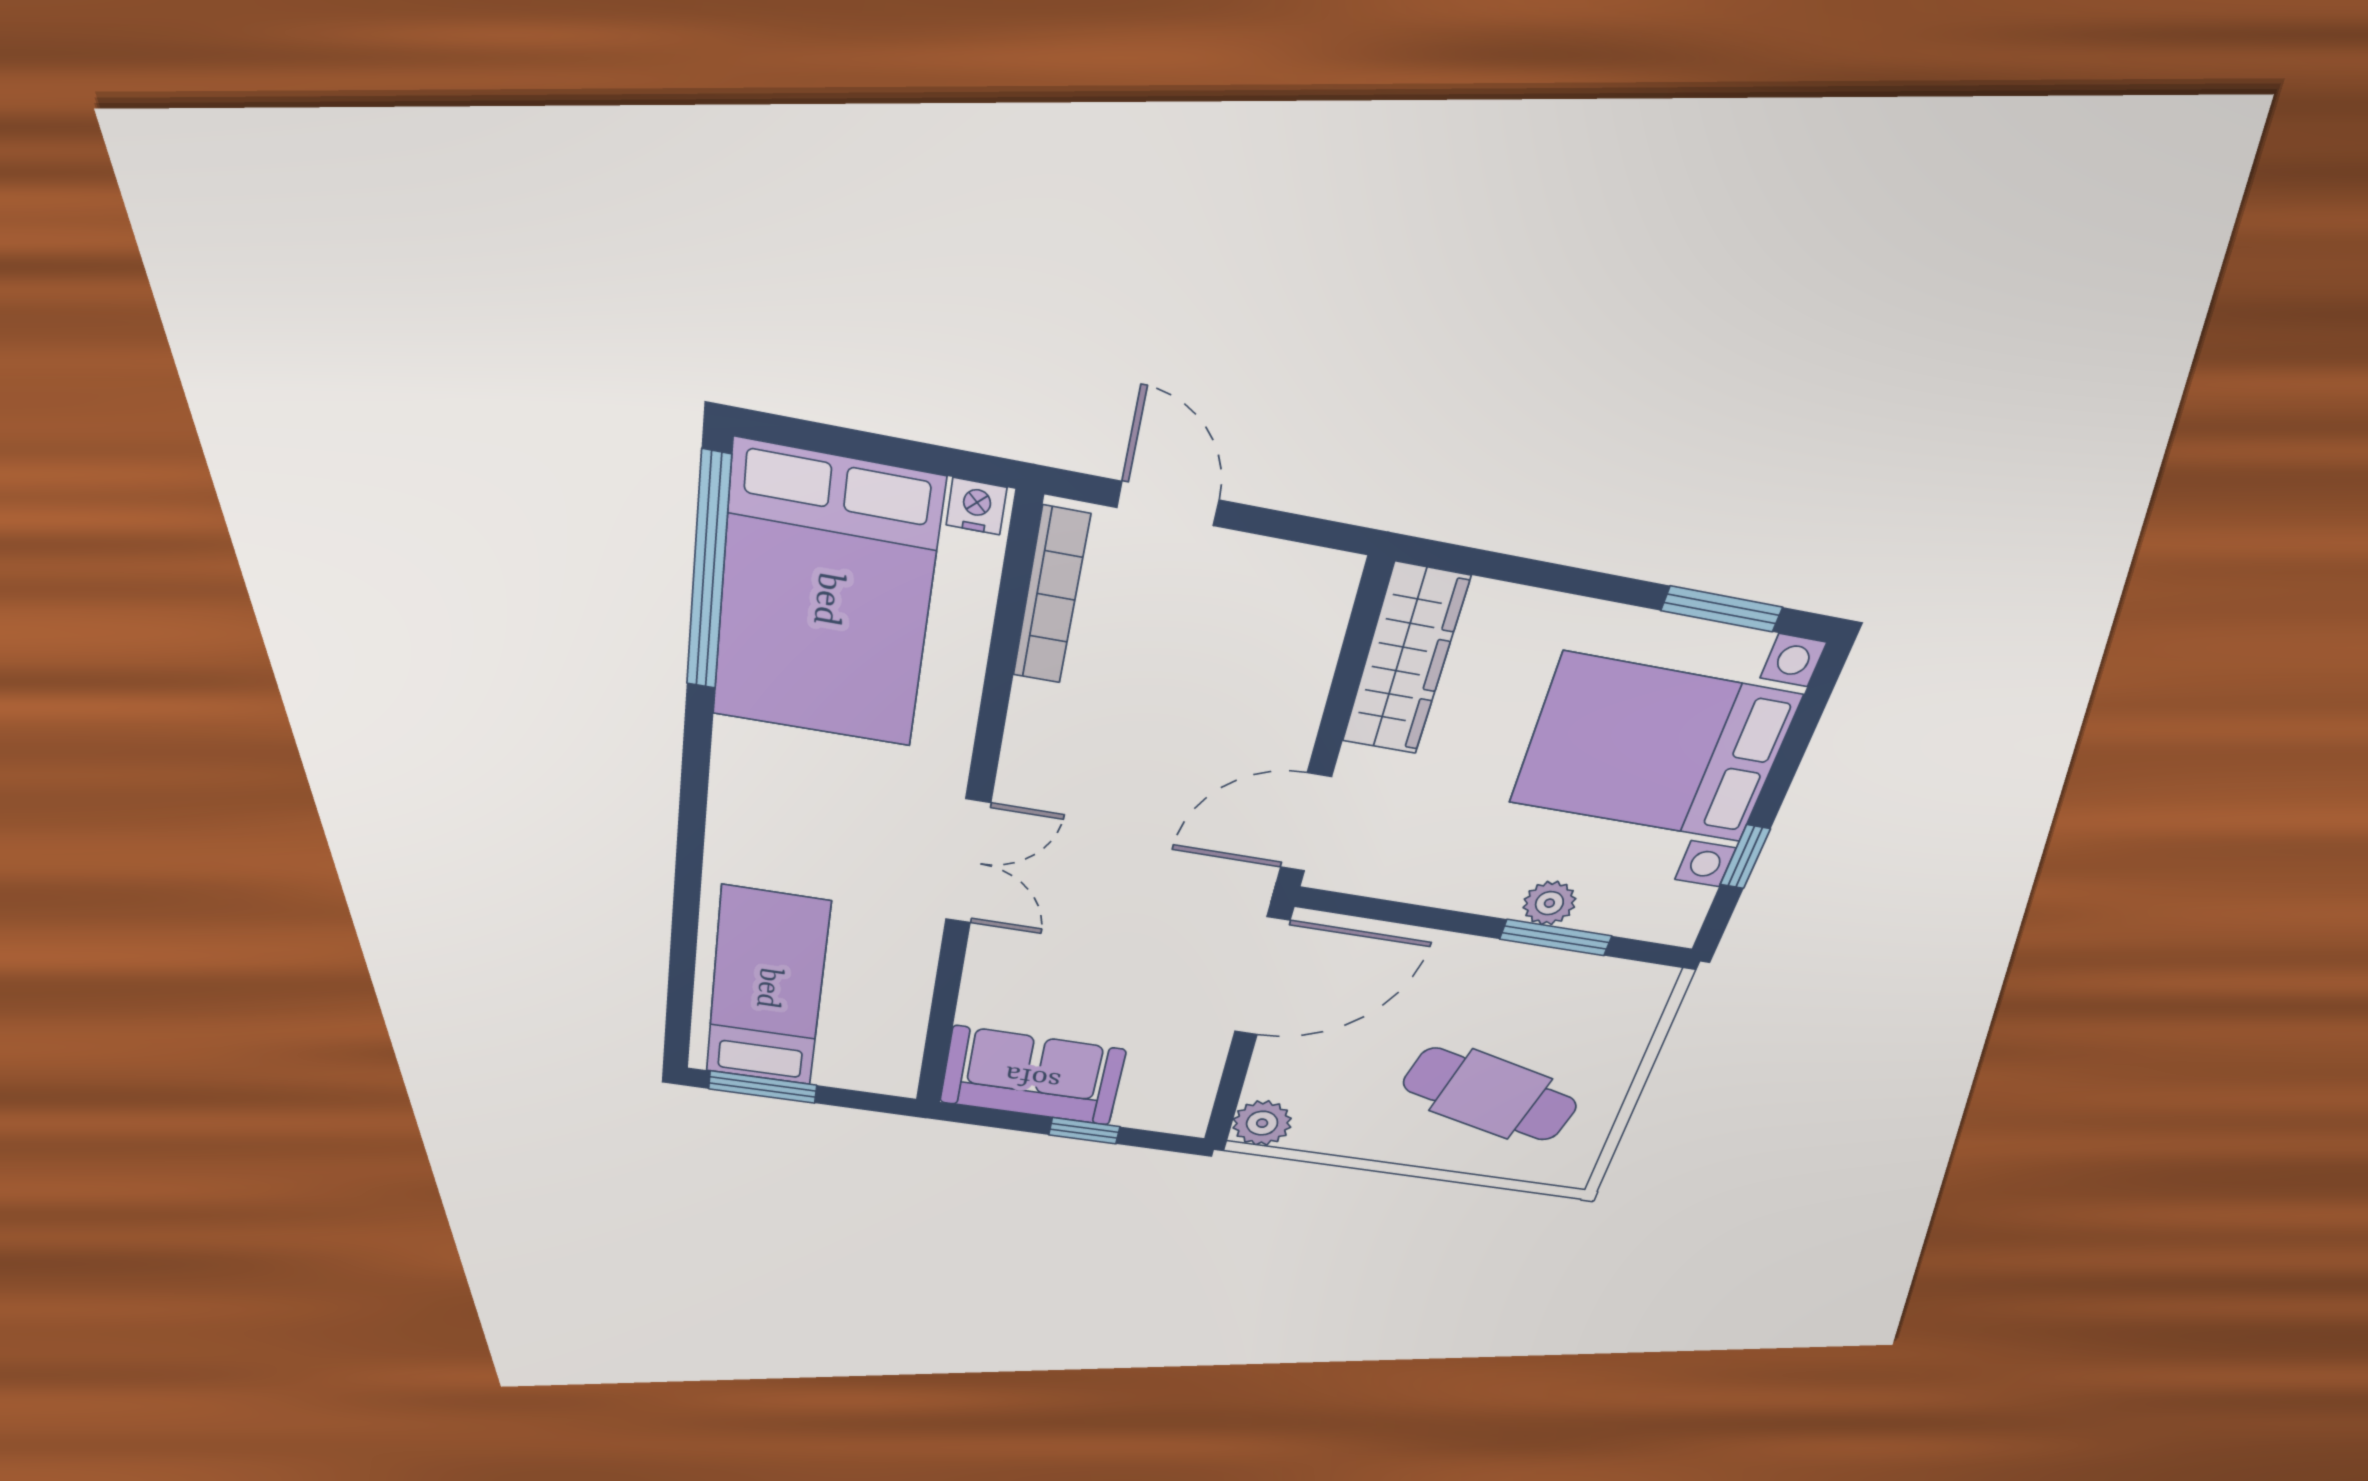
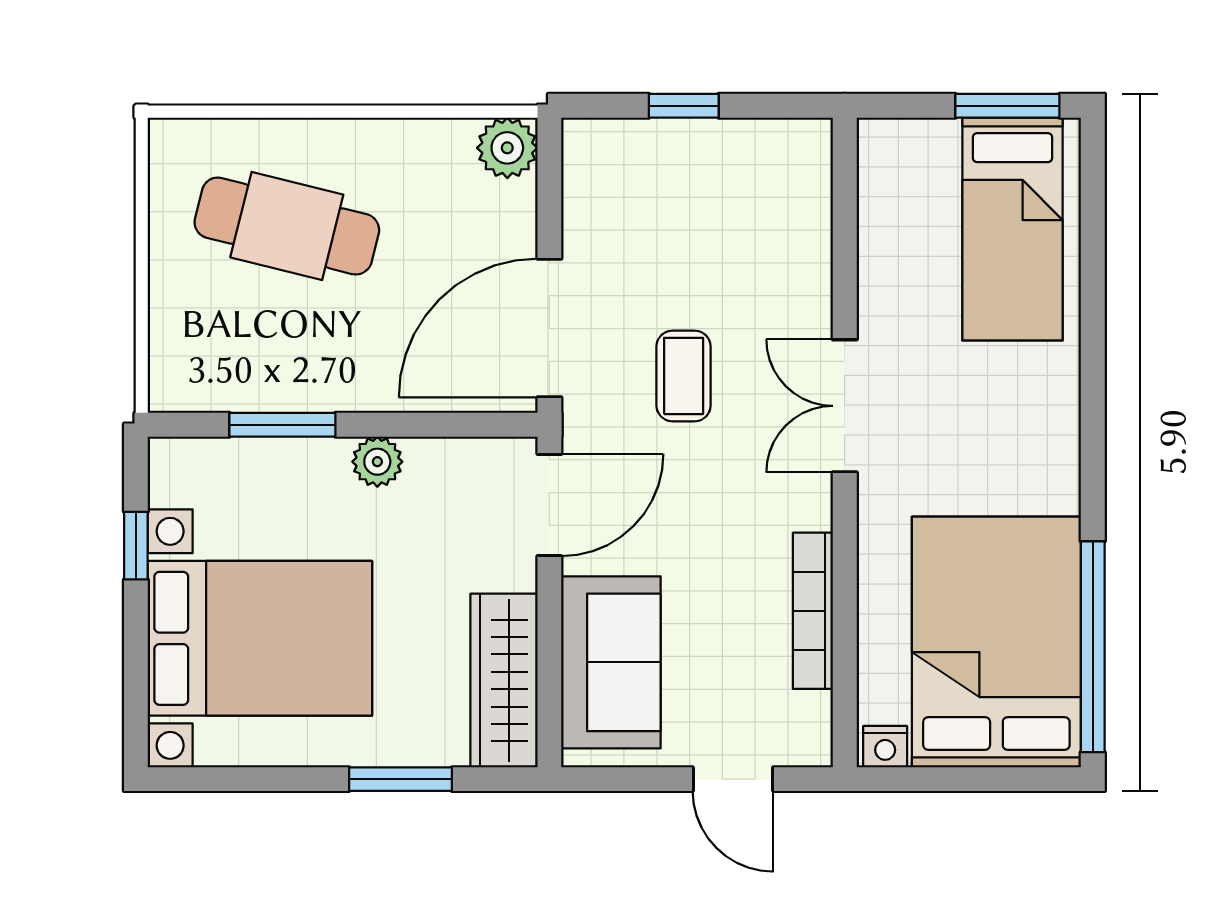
bookcase: (1051, 596) -> (813, 611), moved
window: (1722, 609) -> (400, 779), moved
plant: (1549, 903) -> (377, 462), moved
coffee table: (1135, 915) -> (684, 376), added
sofa: (1033, 1076) -> (611, 662), moved, turned -90

